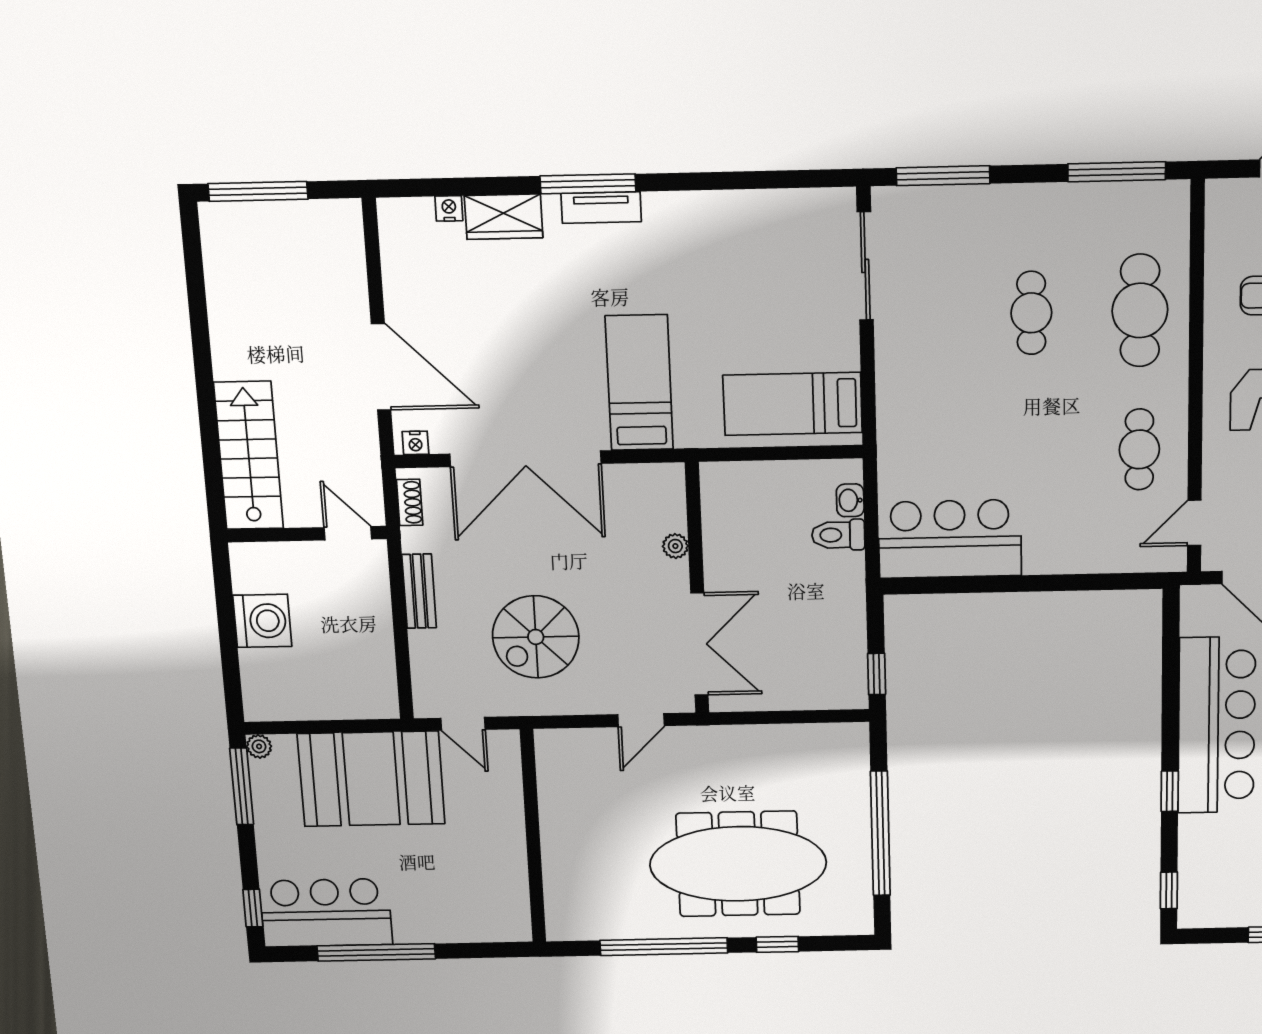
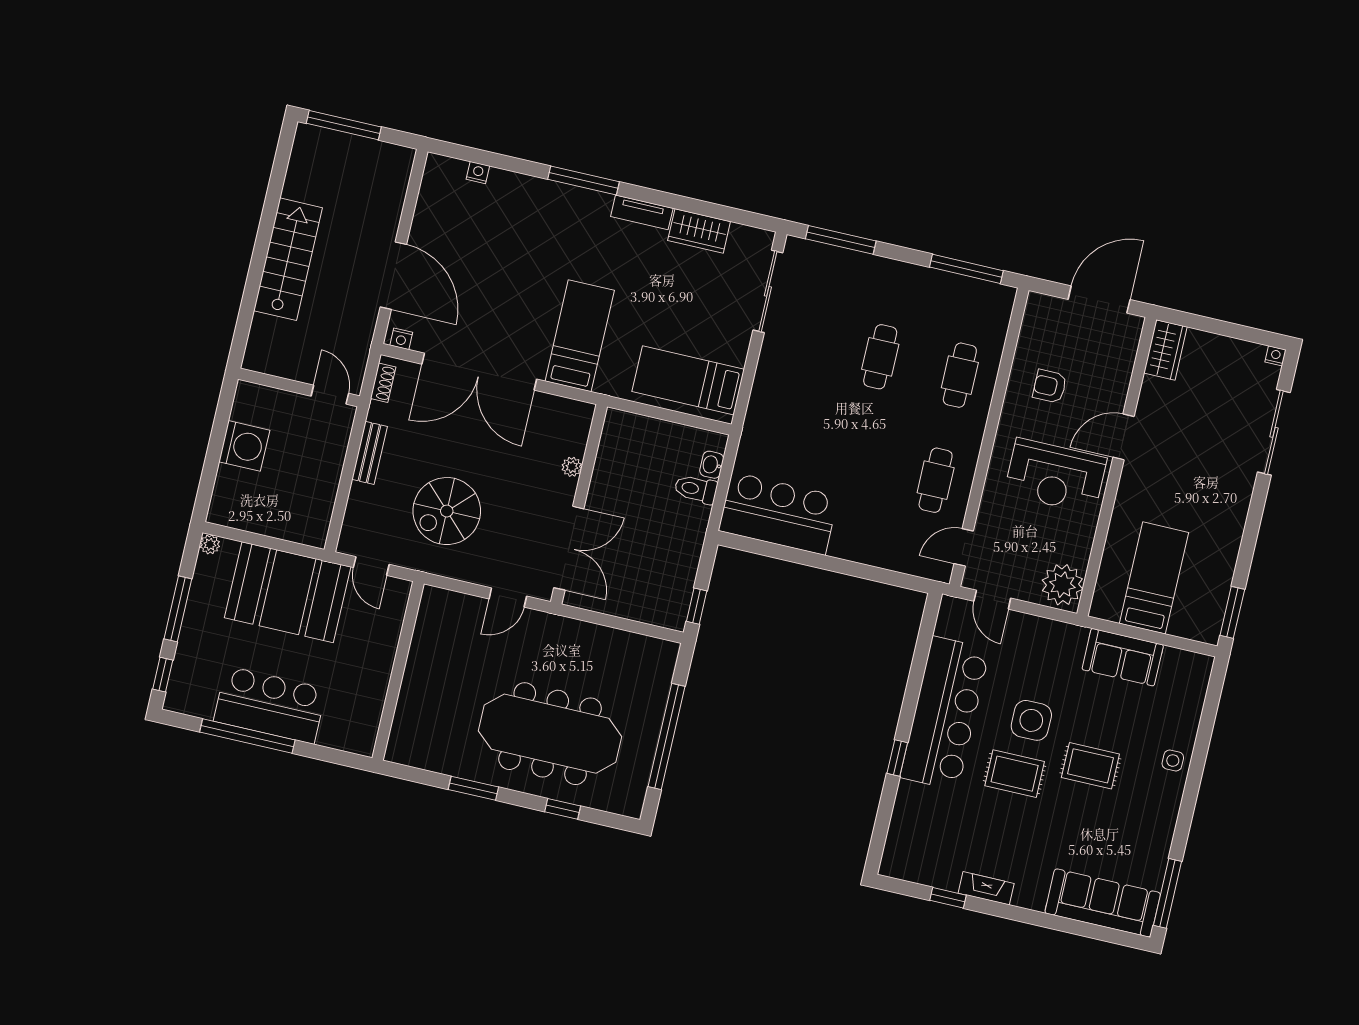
tv unit: (601, 208) -> (642, 212), moved
wardrobe: (504, 217) -> (699, 231), moved
cafe table: (1140, 310) -> (960, 375), width x0.73, depth x0.74
stairs: (249, 456) -> (288, 259), moved
window: (242, 786) -> (178, 609), moved
window: (1169, 890) -> (878, 841), removed
bar counter: (326, 913) -> (270, 705), moved
window: (664, 947) -> (473, 788), width x0.47

